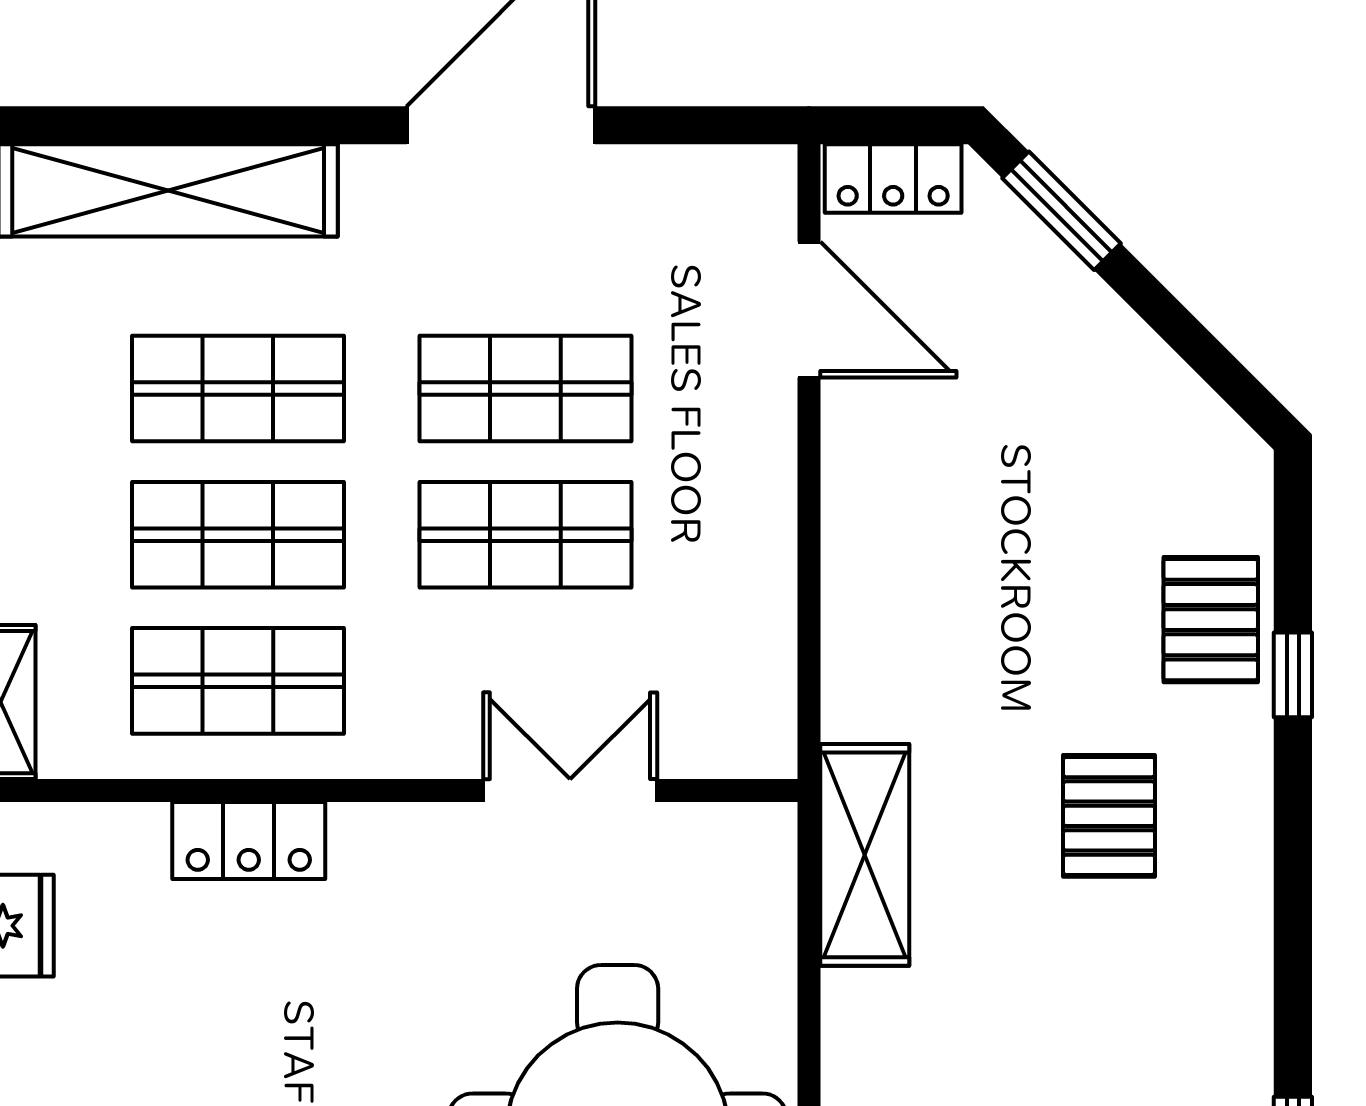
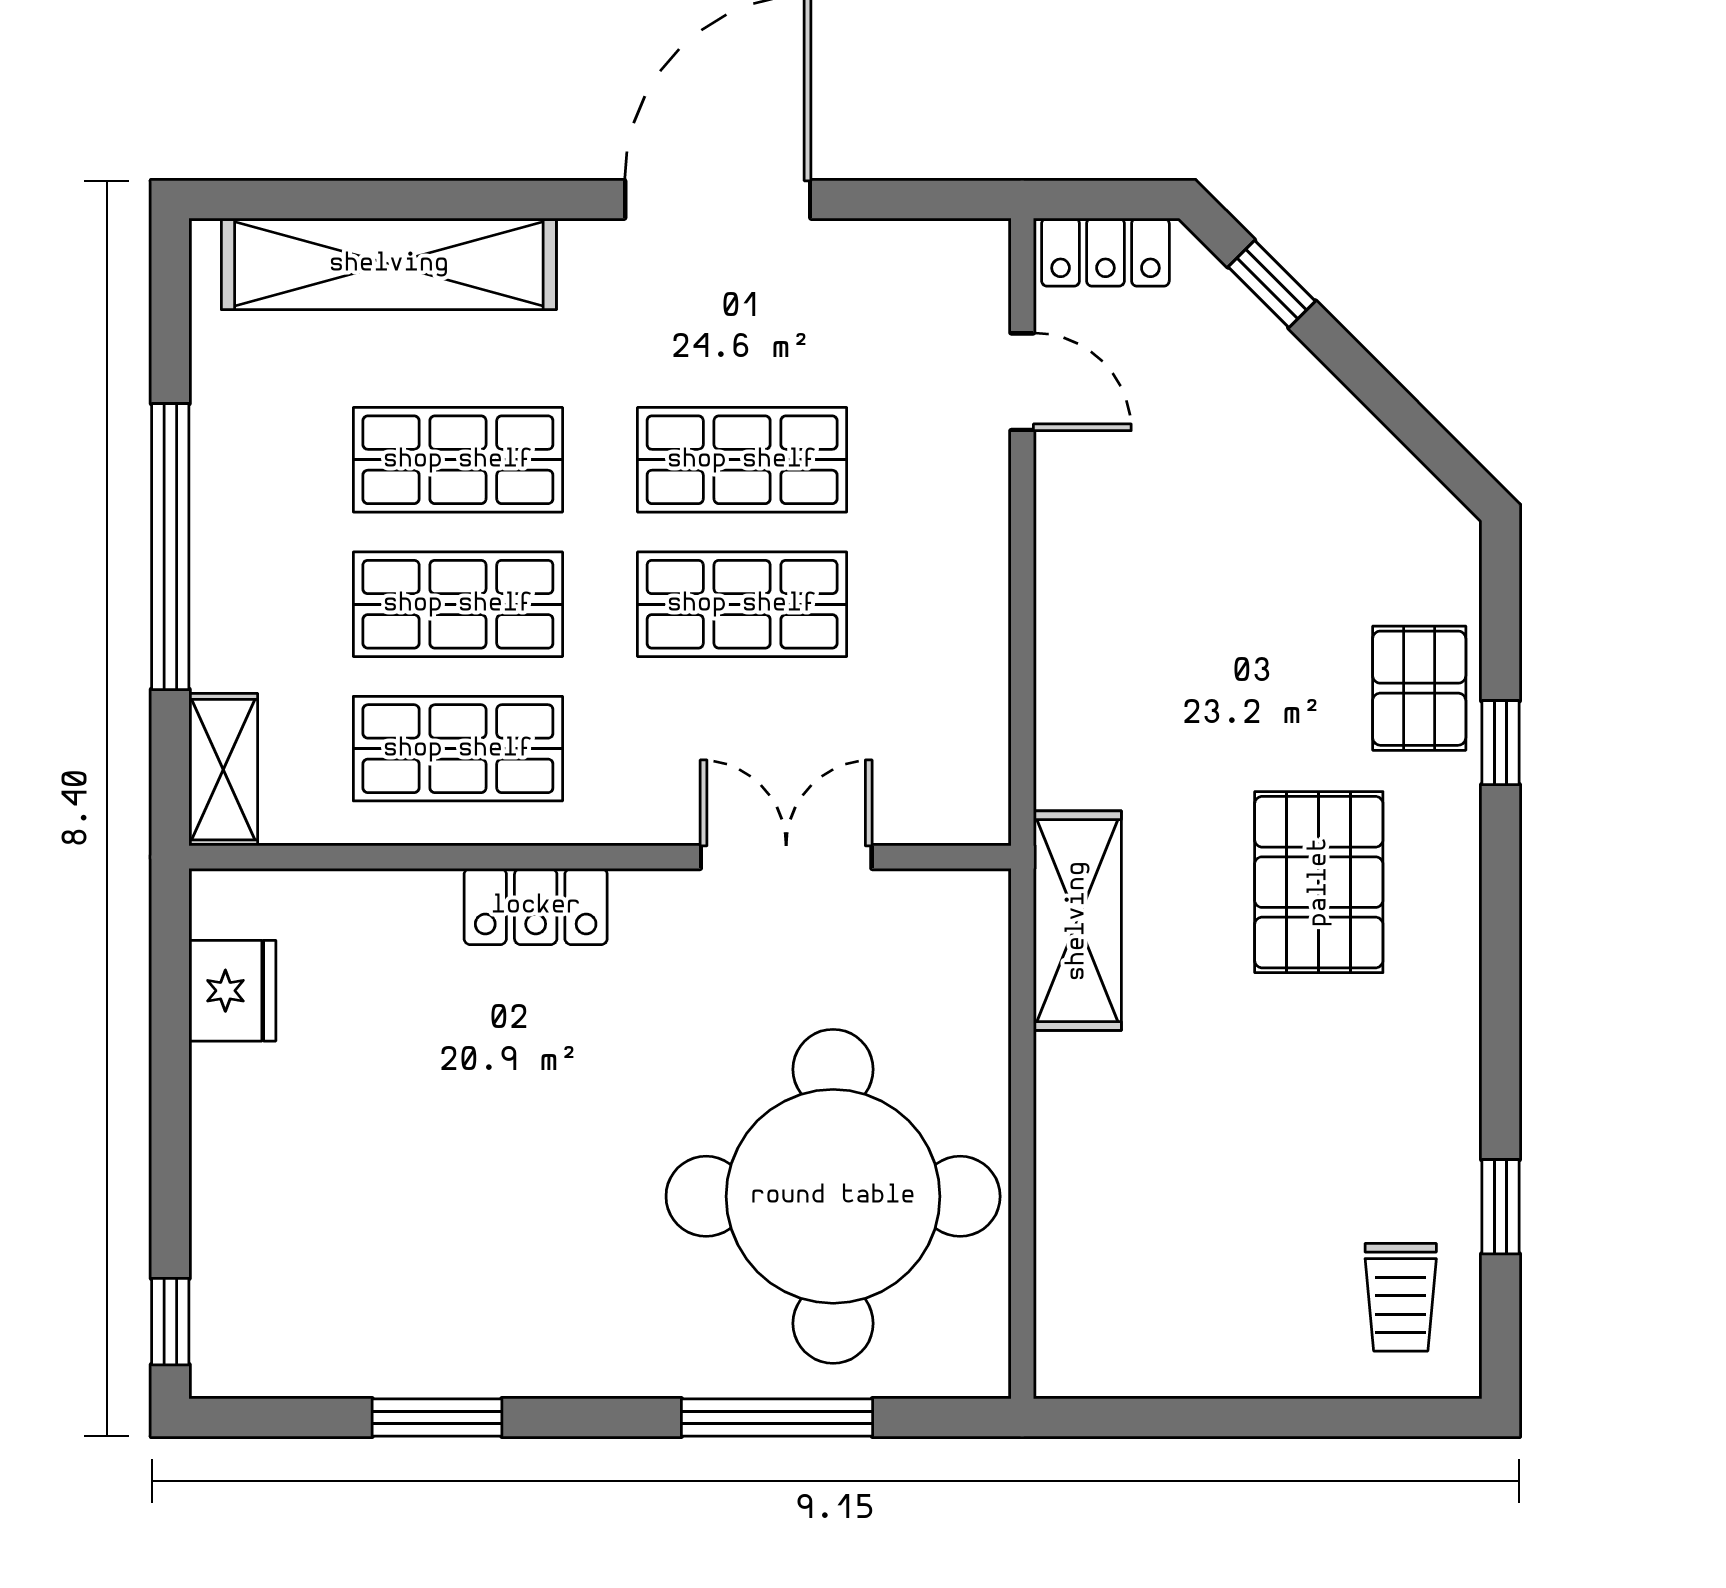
window: (1061, 211) -> (1272, 284), width x0.67
door: (809, 310) -> (1022, 382), width x0.73
pallet: (1109, 816) -> (1319, 882), width x1.50, depth x1.42
locker: (249, 841) -> (536, 906), moved

